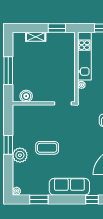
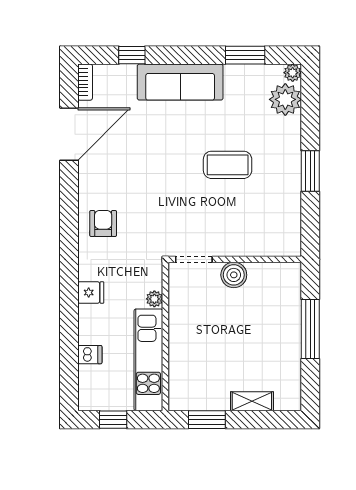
boiler: (26, 96) -> (234, 275), moved
plant: (20, 155) -> (285, 99), moved

